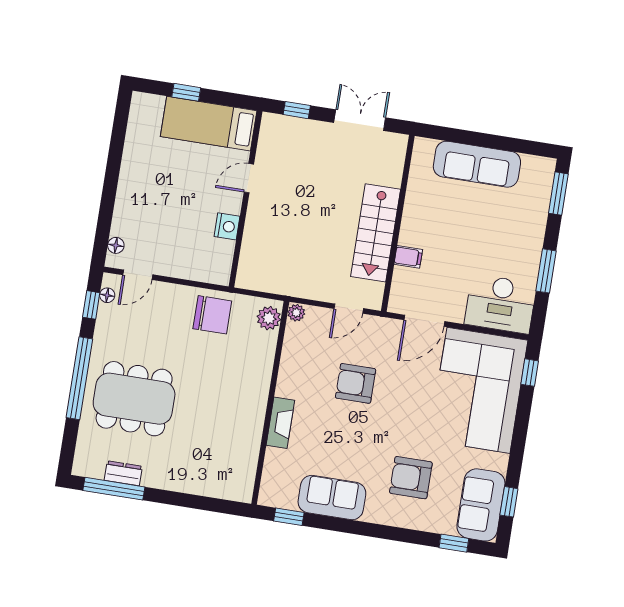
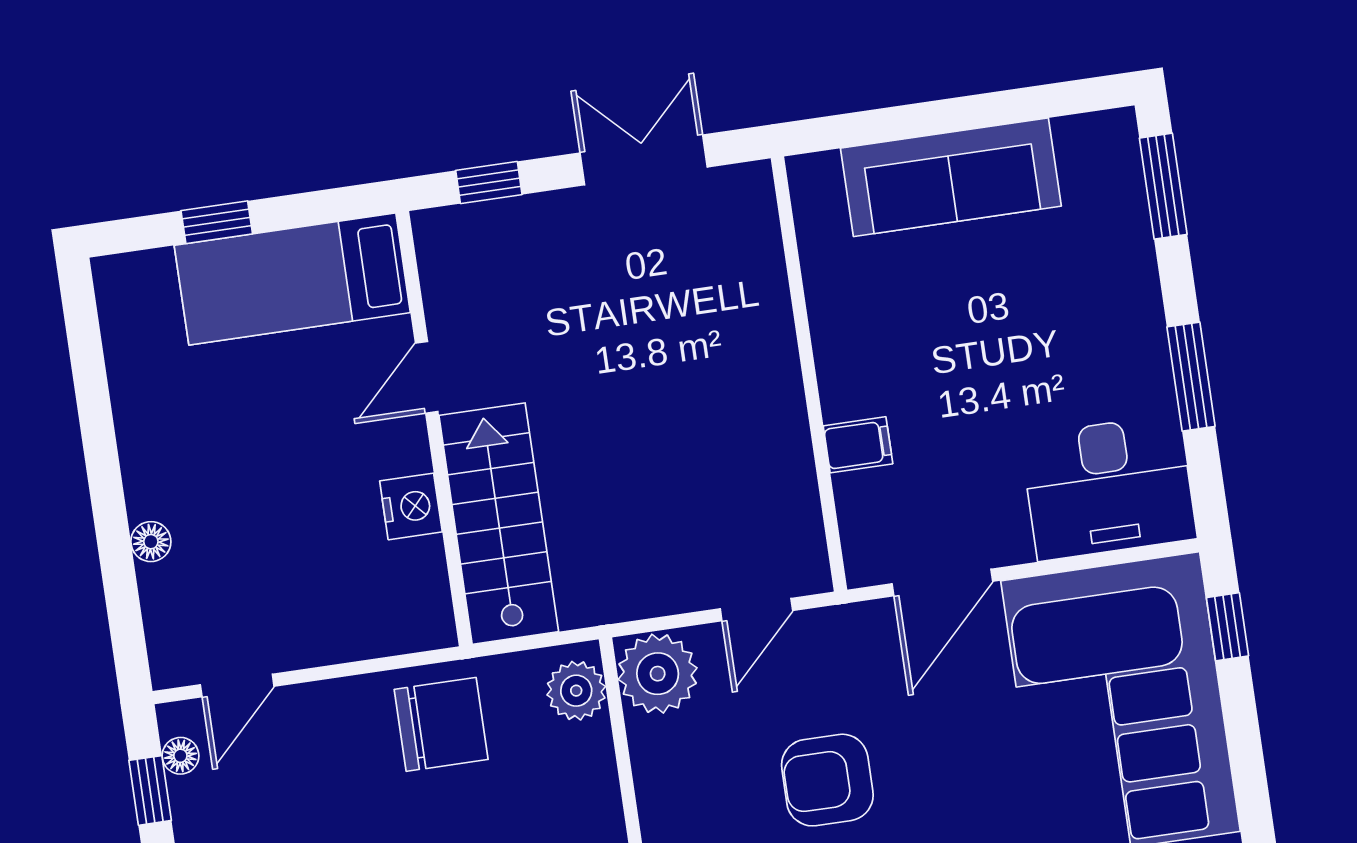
stairs: (376, 233) -> (499, 524), moved, turned 180
floor lamp: (116, 245) -> (151, 542), moved
plant: (296, 313) -> (658, 674), width x1.87, depth x1.87

